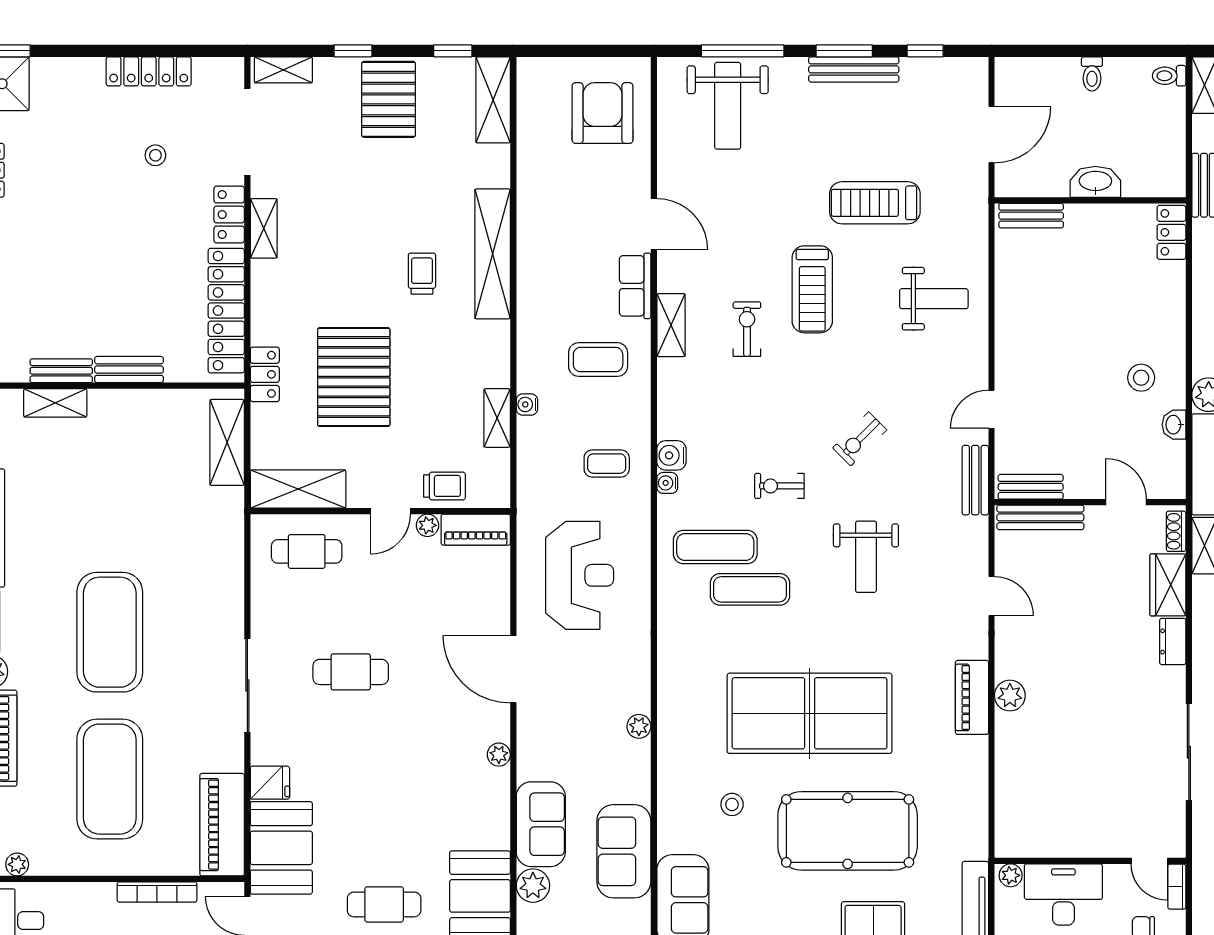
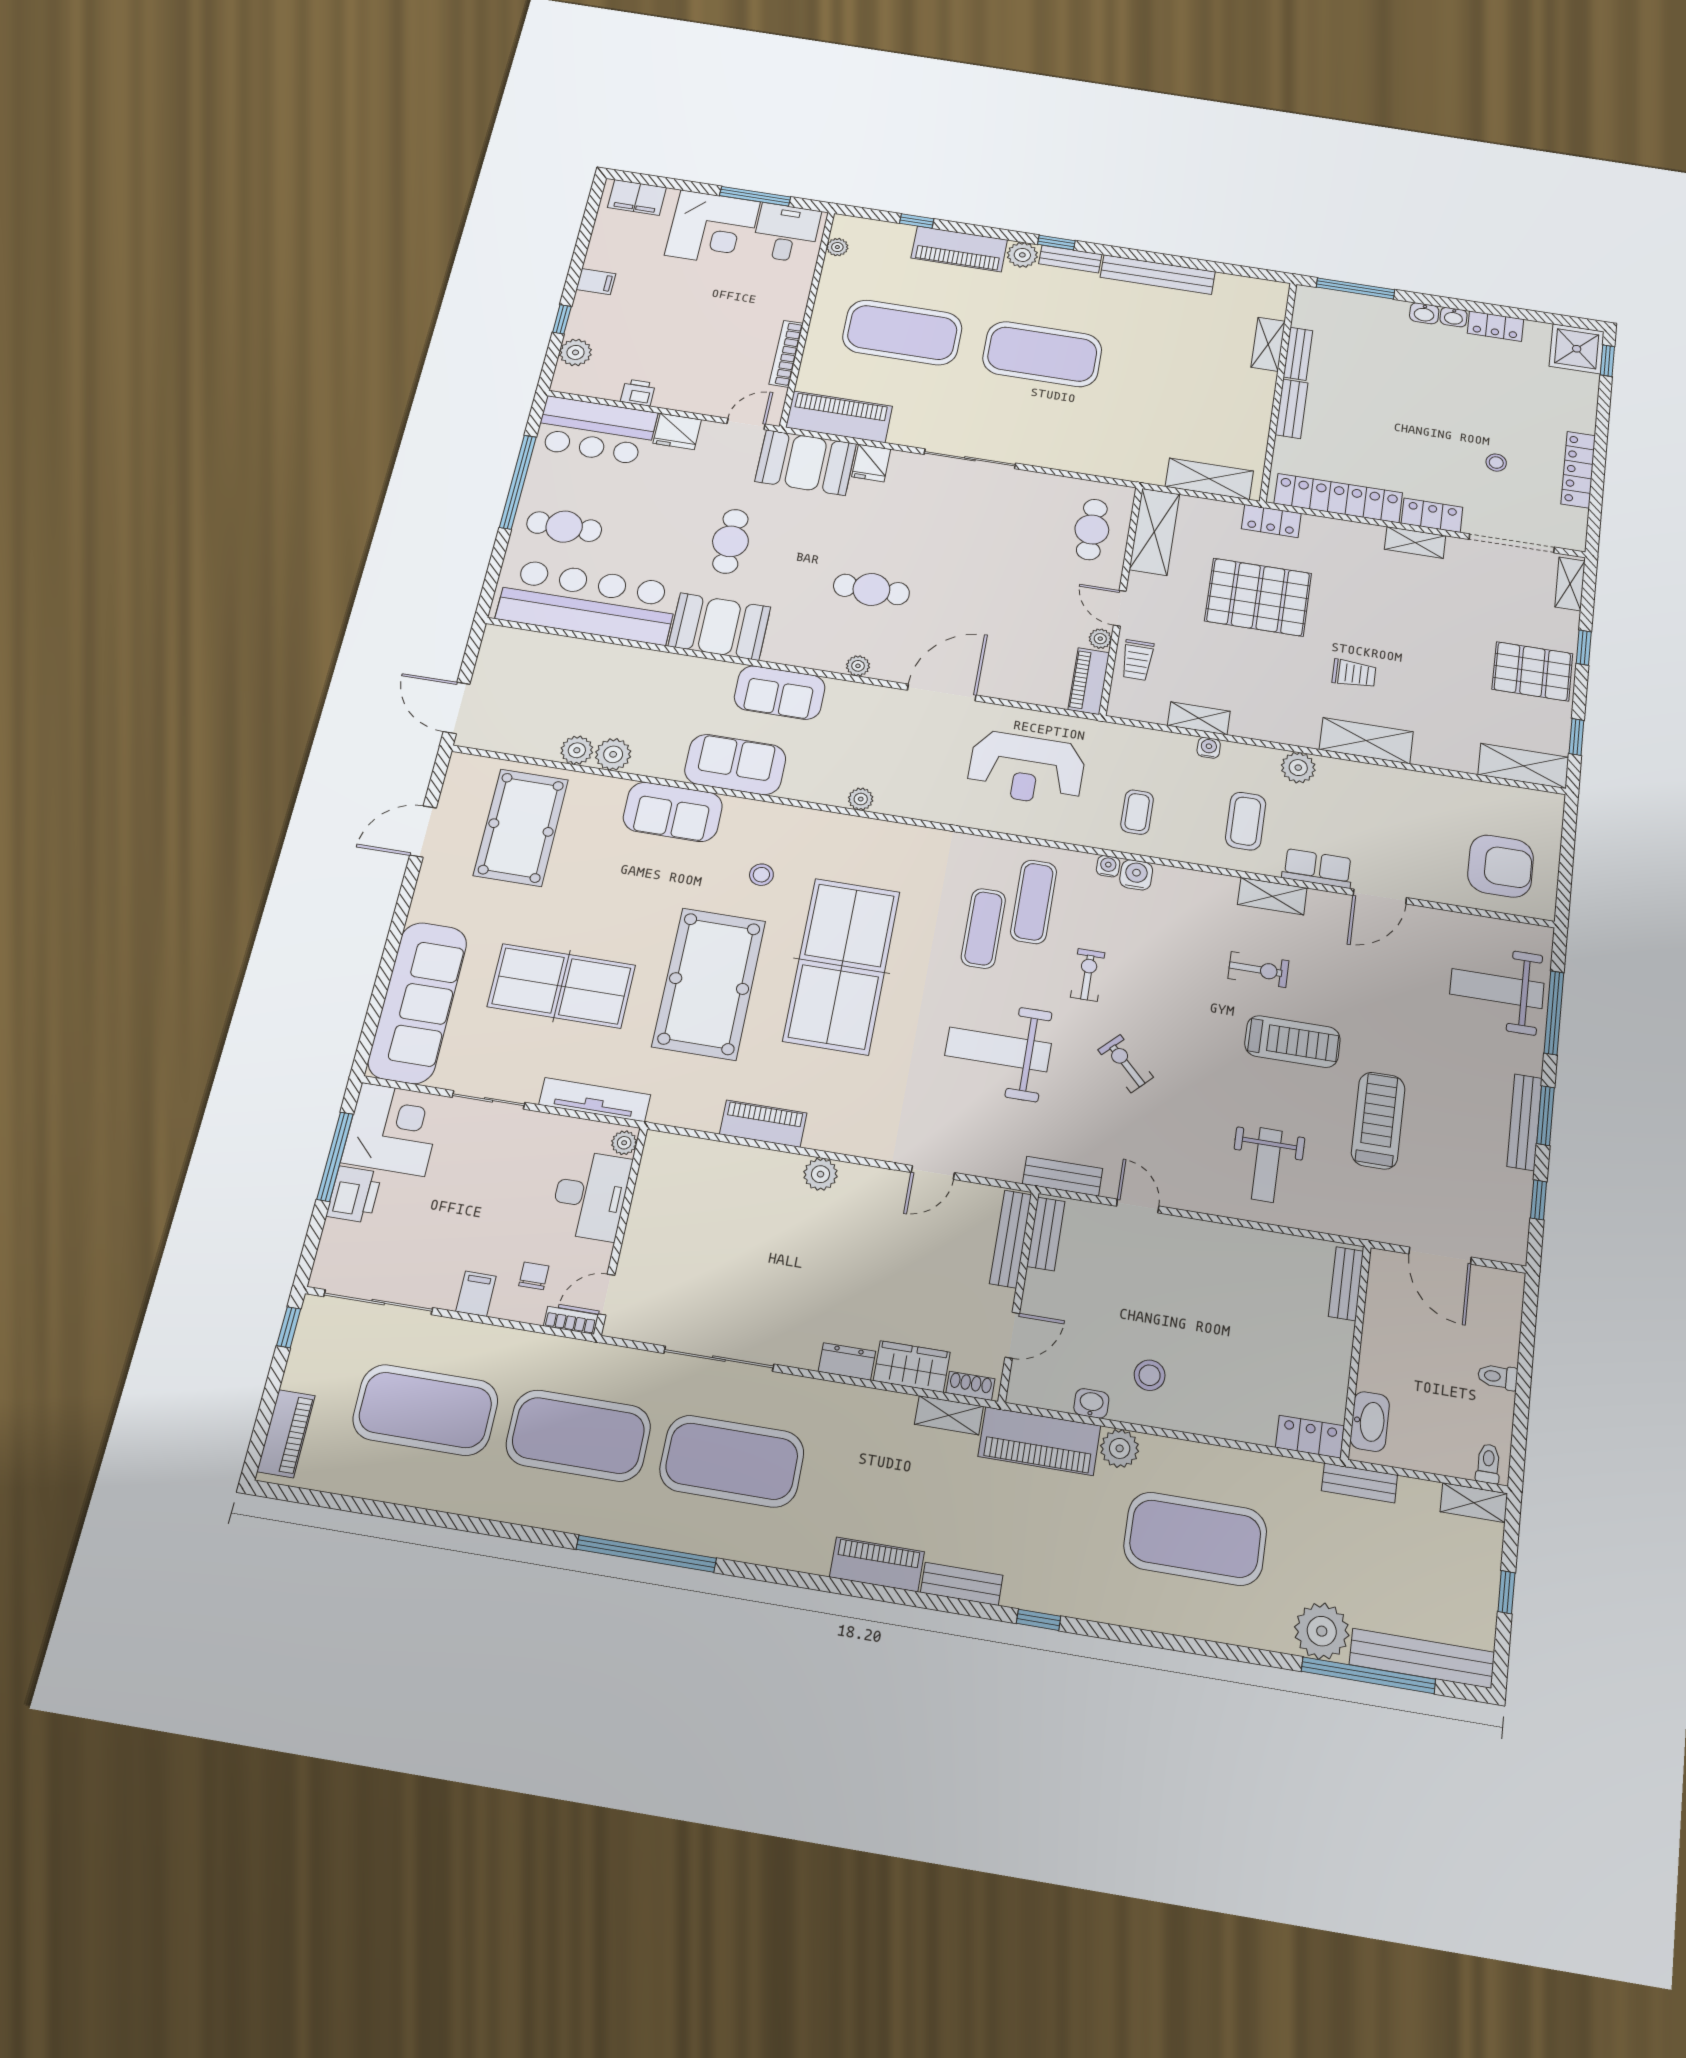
washbasin: (1095, 182) -> (1370, 1421), moved
shelving: (493, 254) -> (1366, 741), width x0.68
treadmill: (812, 289) -> (1292, 1042), turned 180
weight bench: (866, 557) -> (998, 1049), width x1.36, depth x1.33
cafe table: (351, 672) -> (871, 589), moved, turned 90
piano: (972, 697) -> (763, 1124), moved
plant: (533, 886) -> (1298, 768), moved

